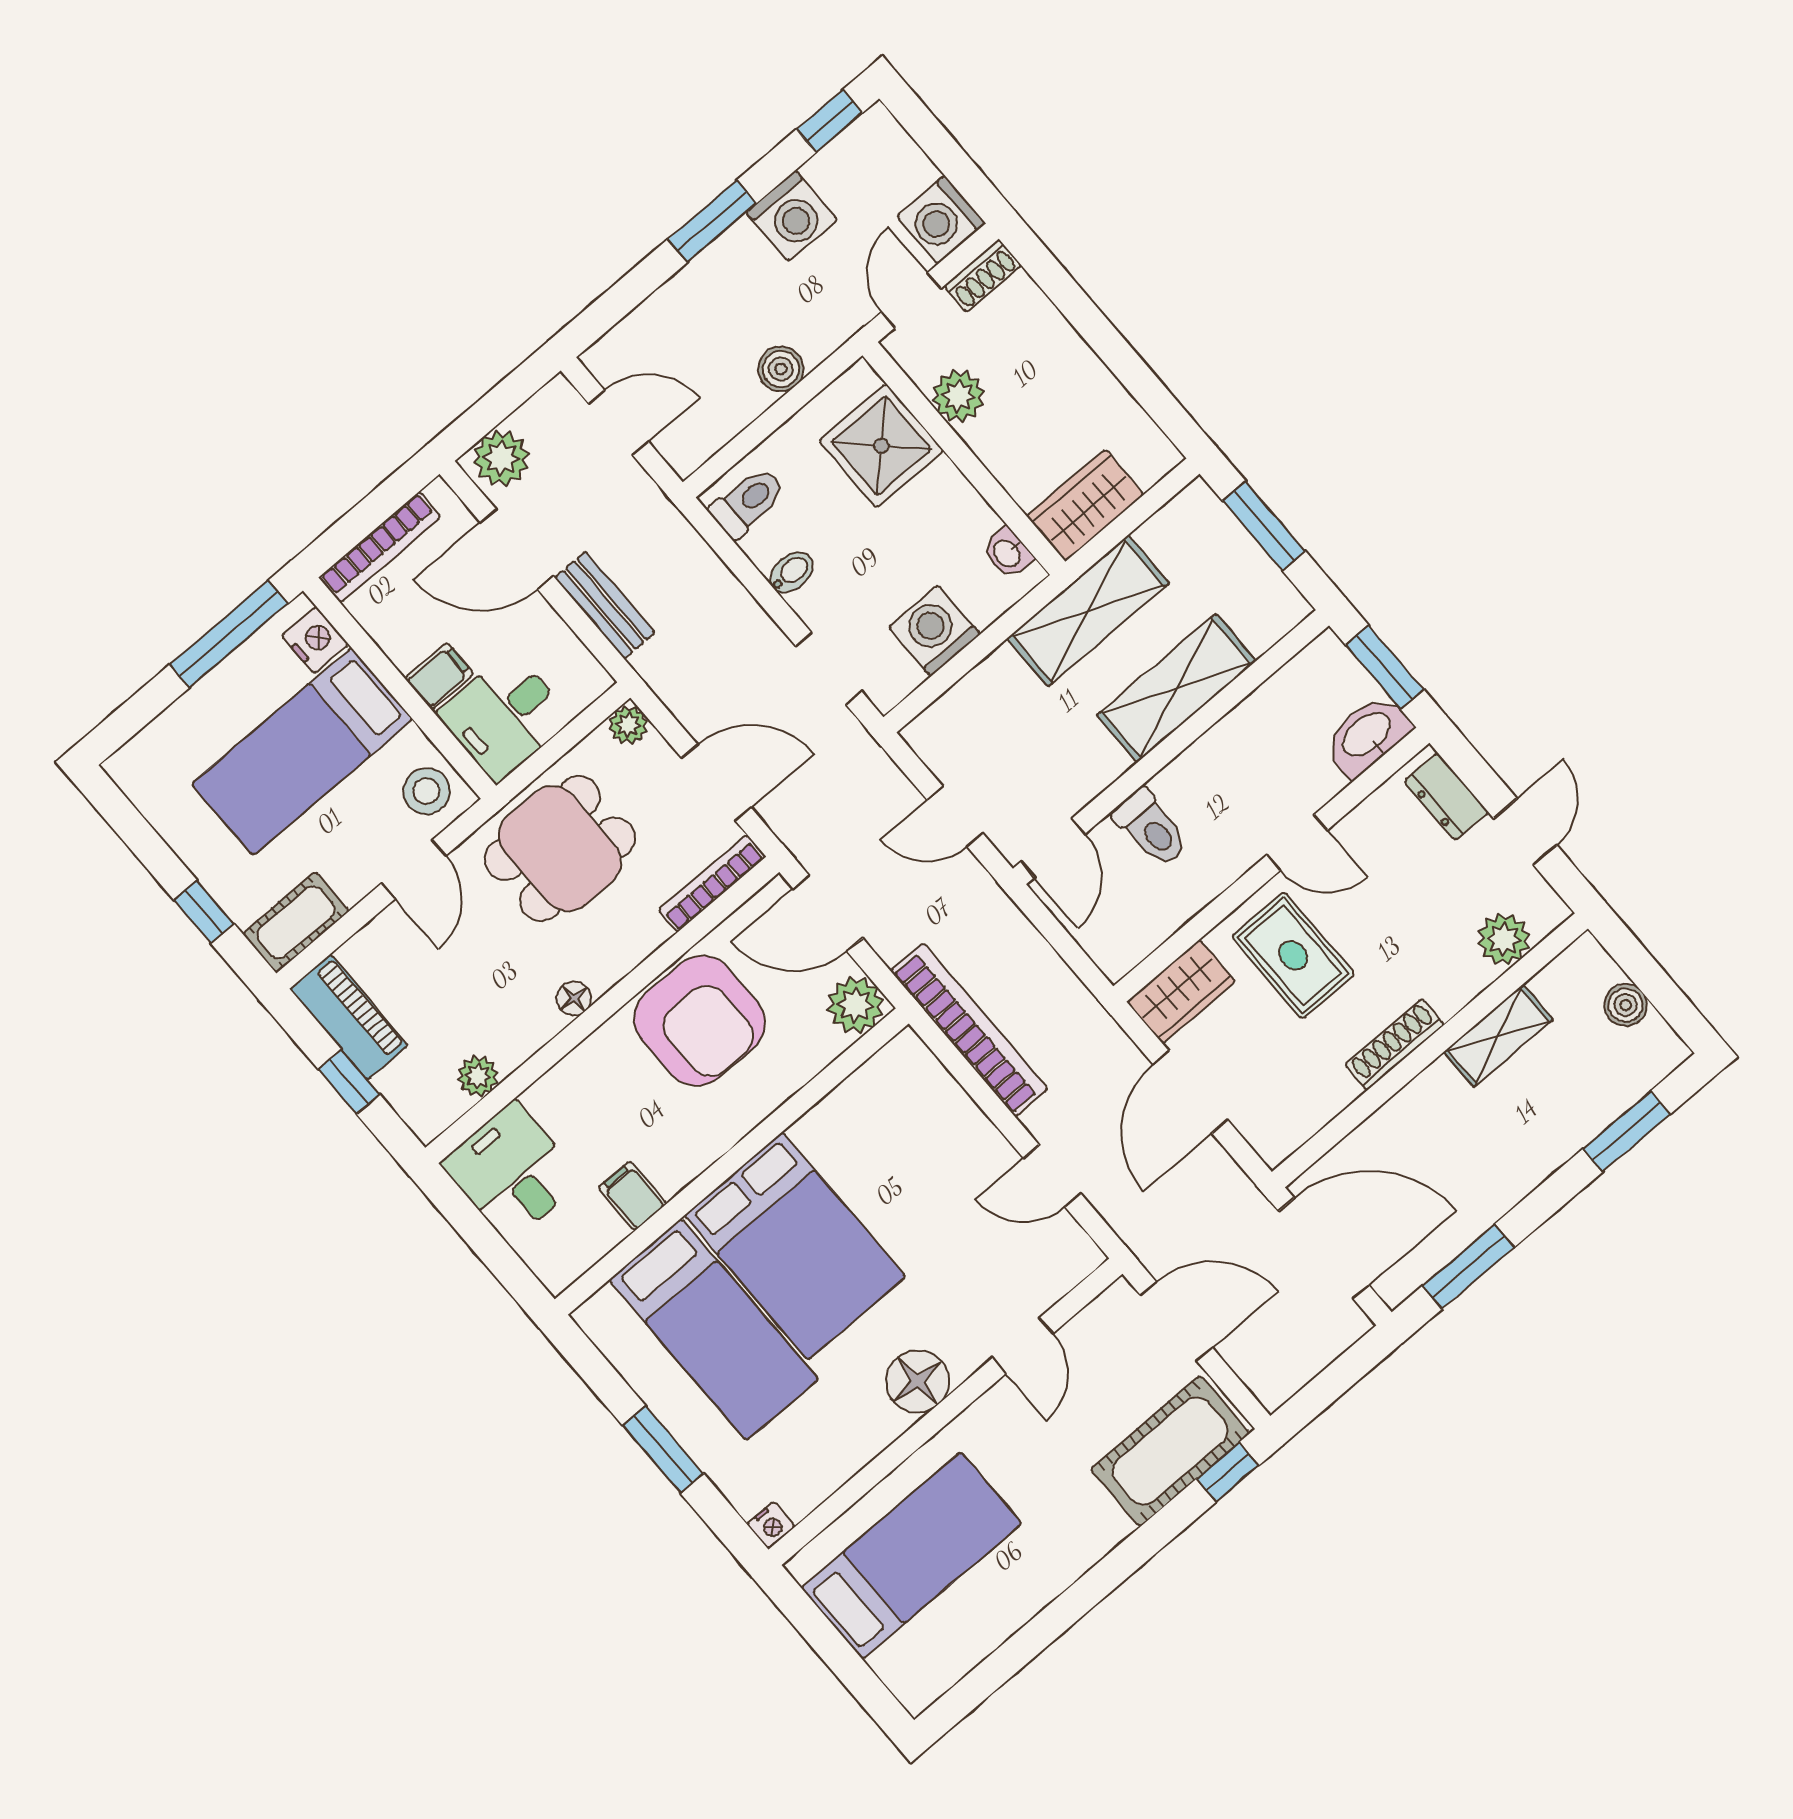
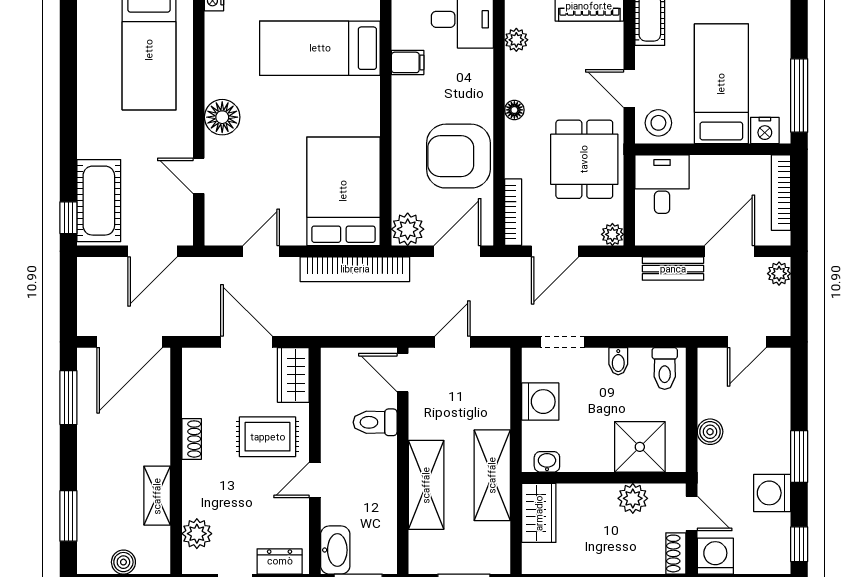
plant: (501, 458) -> (779, 274), width x0.73, depth x0.73
filing cabinet: (439, 676) -> (703, 171), removed
shoe rack: (1395, 1045) -> (192, 439), width x0.70
bed: (795, 1246) -> (343, 191), moved, turned 90

